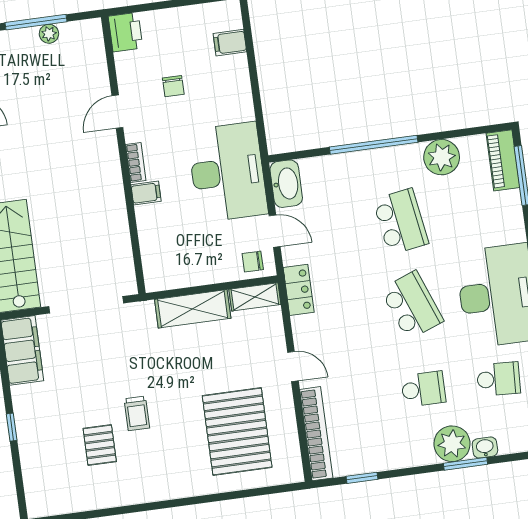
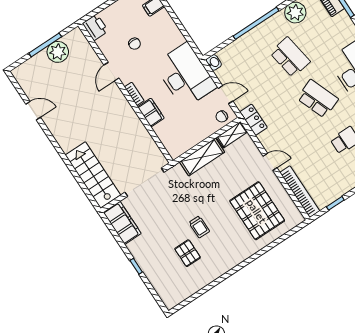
plant: (49, 34) -> (58, 52), width x1.88, depth x1.88
washbasin: (286, 184) -> (214, 62), width x0.52, depth x0.69
filing cabinet: (146, 193) -> (151, 112), width x2.00

